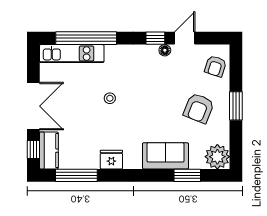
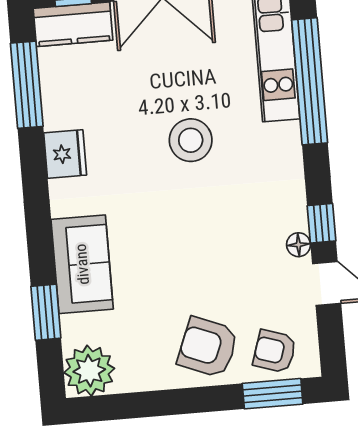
stool: (110, 98) -> (191, 140), width x1.89, depth x1.89
window: (236, 106) -> (273, 394), moved
armchair: (199, 108) -> (208, 347), moved

